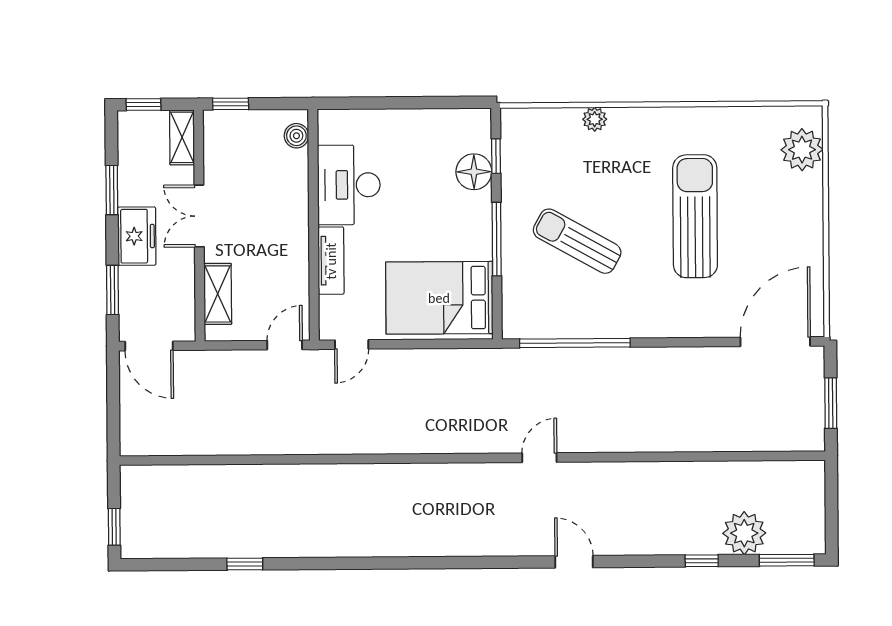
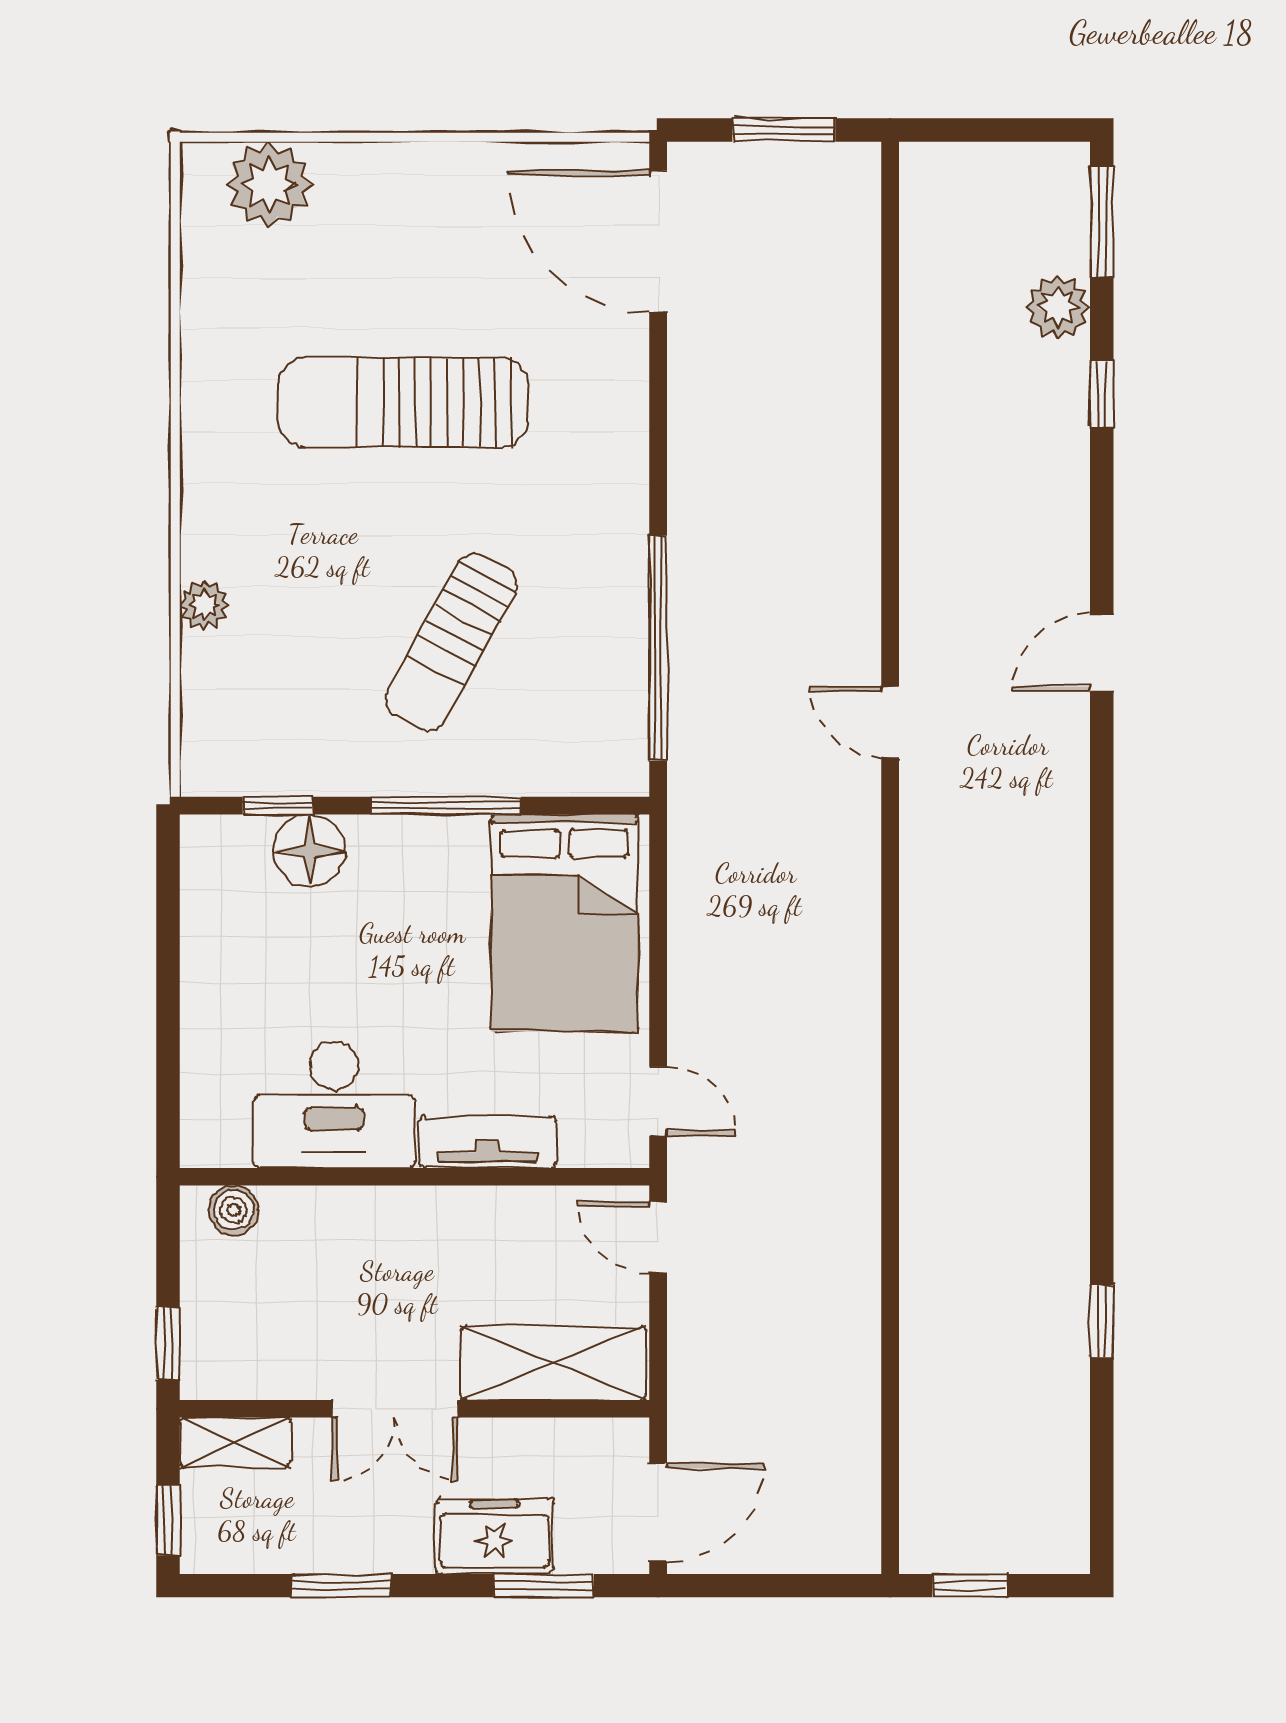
freezer: (137, 236) -> (494, 1536), moved
shelving: (218, 294) -> (553, 1363), width x1.50, depth x1.33
window: (114, 527) -> (970, 1586), moved
plant: (744, 533) -> (1058, 307), width x0.73, depth x0.73

